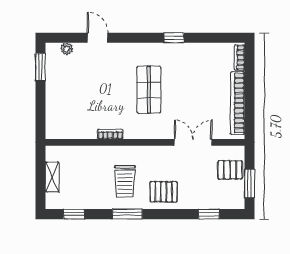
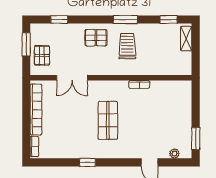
pallet: (230, 170) -> (42, 55), turned 90
shelving: (52, 177) -> (186, 39), moved

